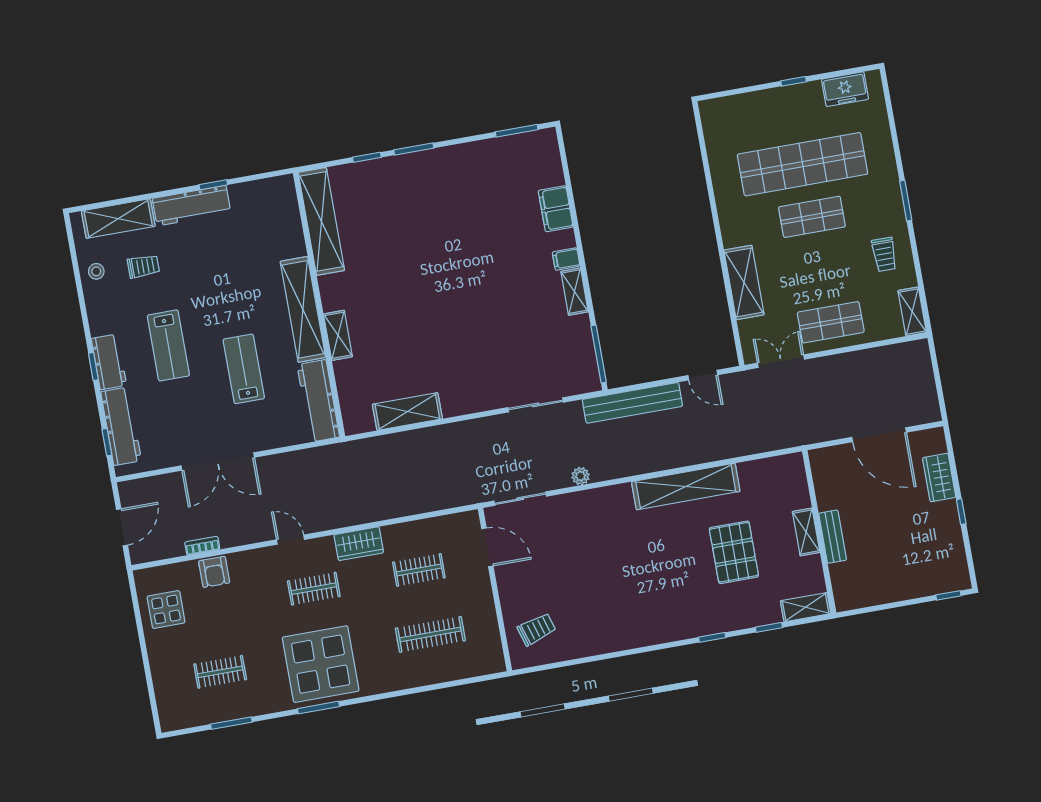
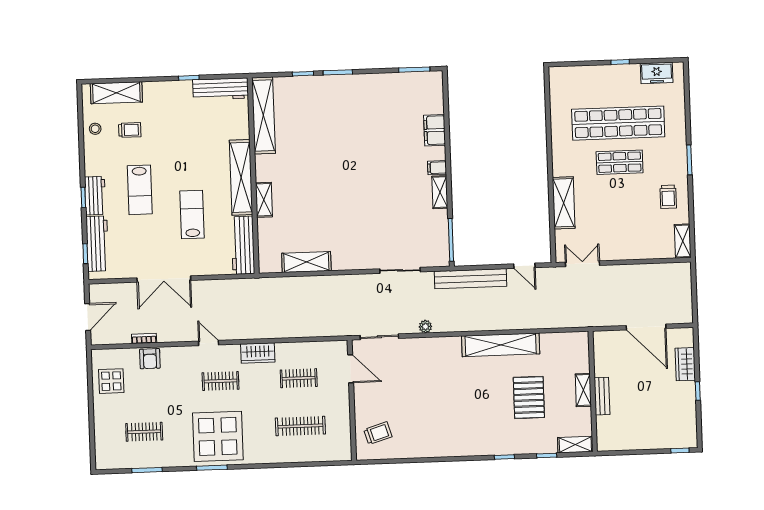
workbench: (191, 206) -> (221, 89), moved
shop shelf: (831, 322) -> (622, 241), removed

